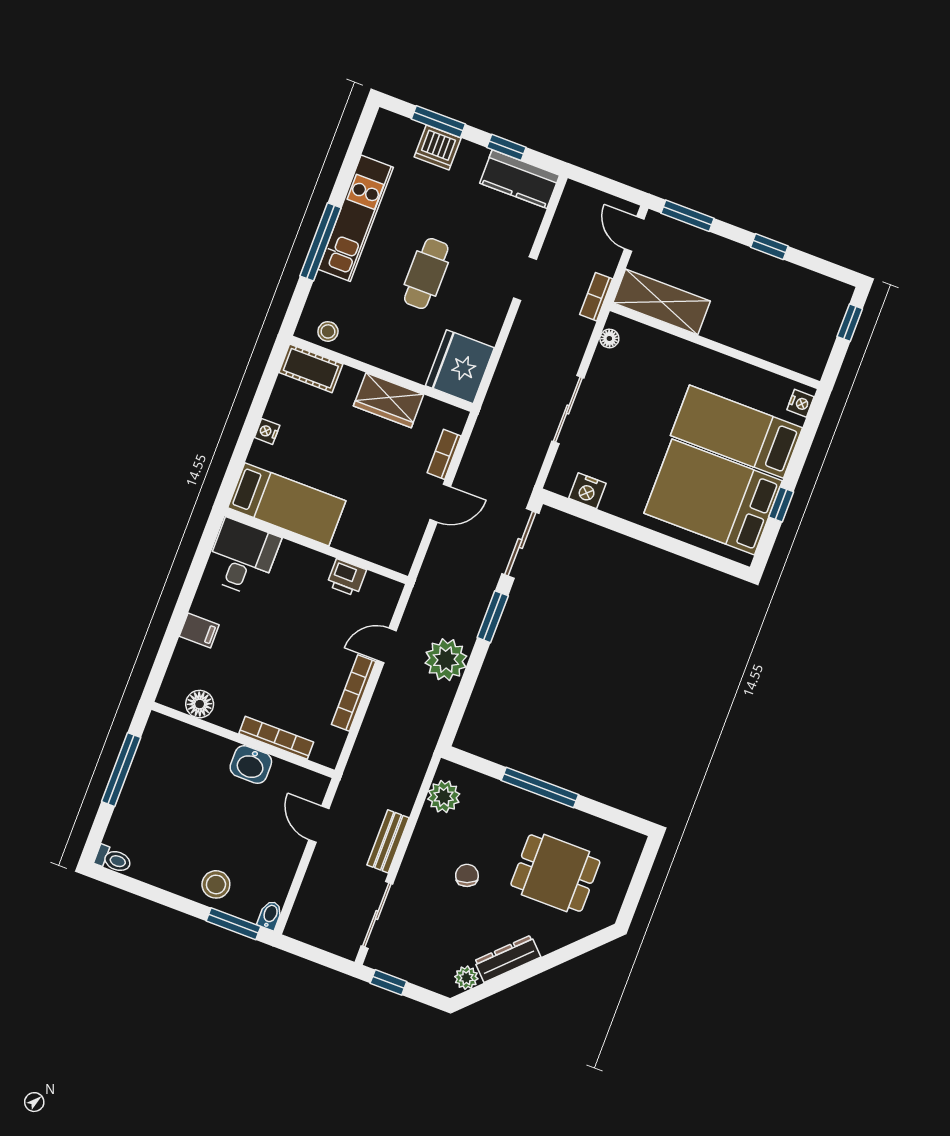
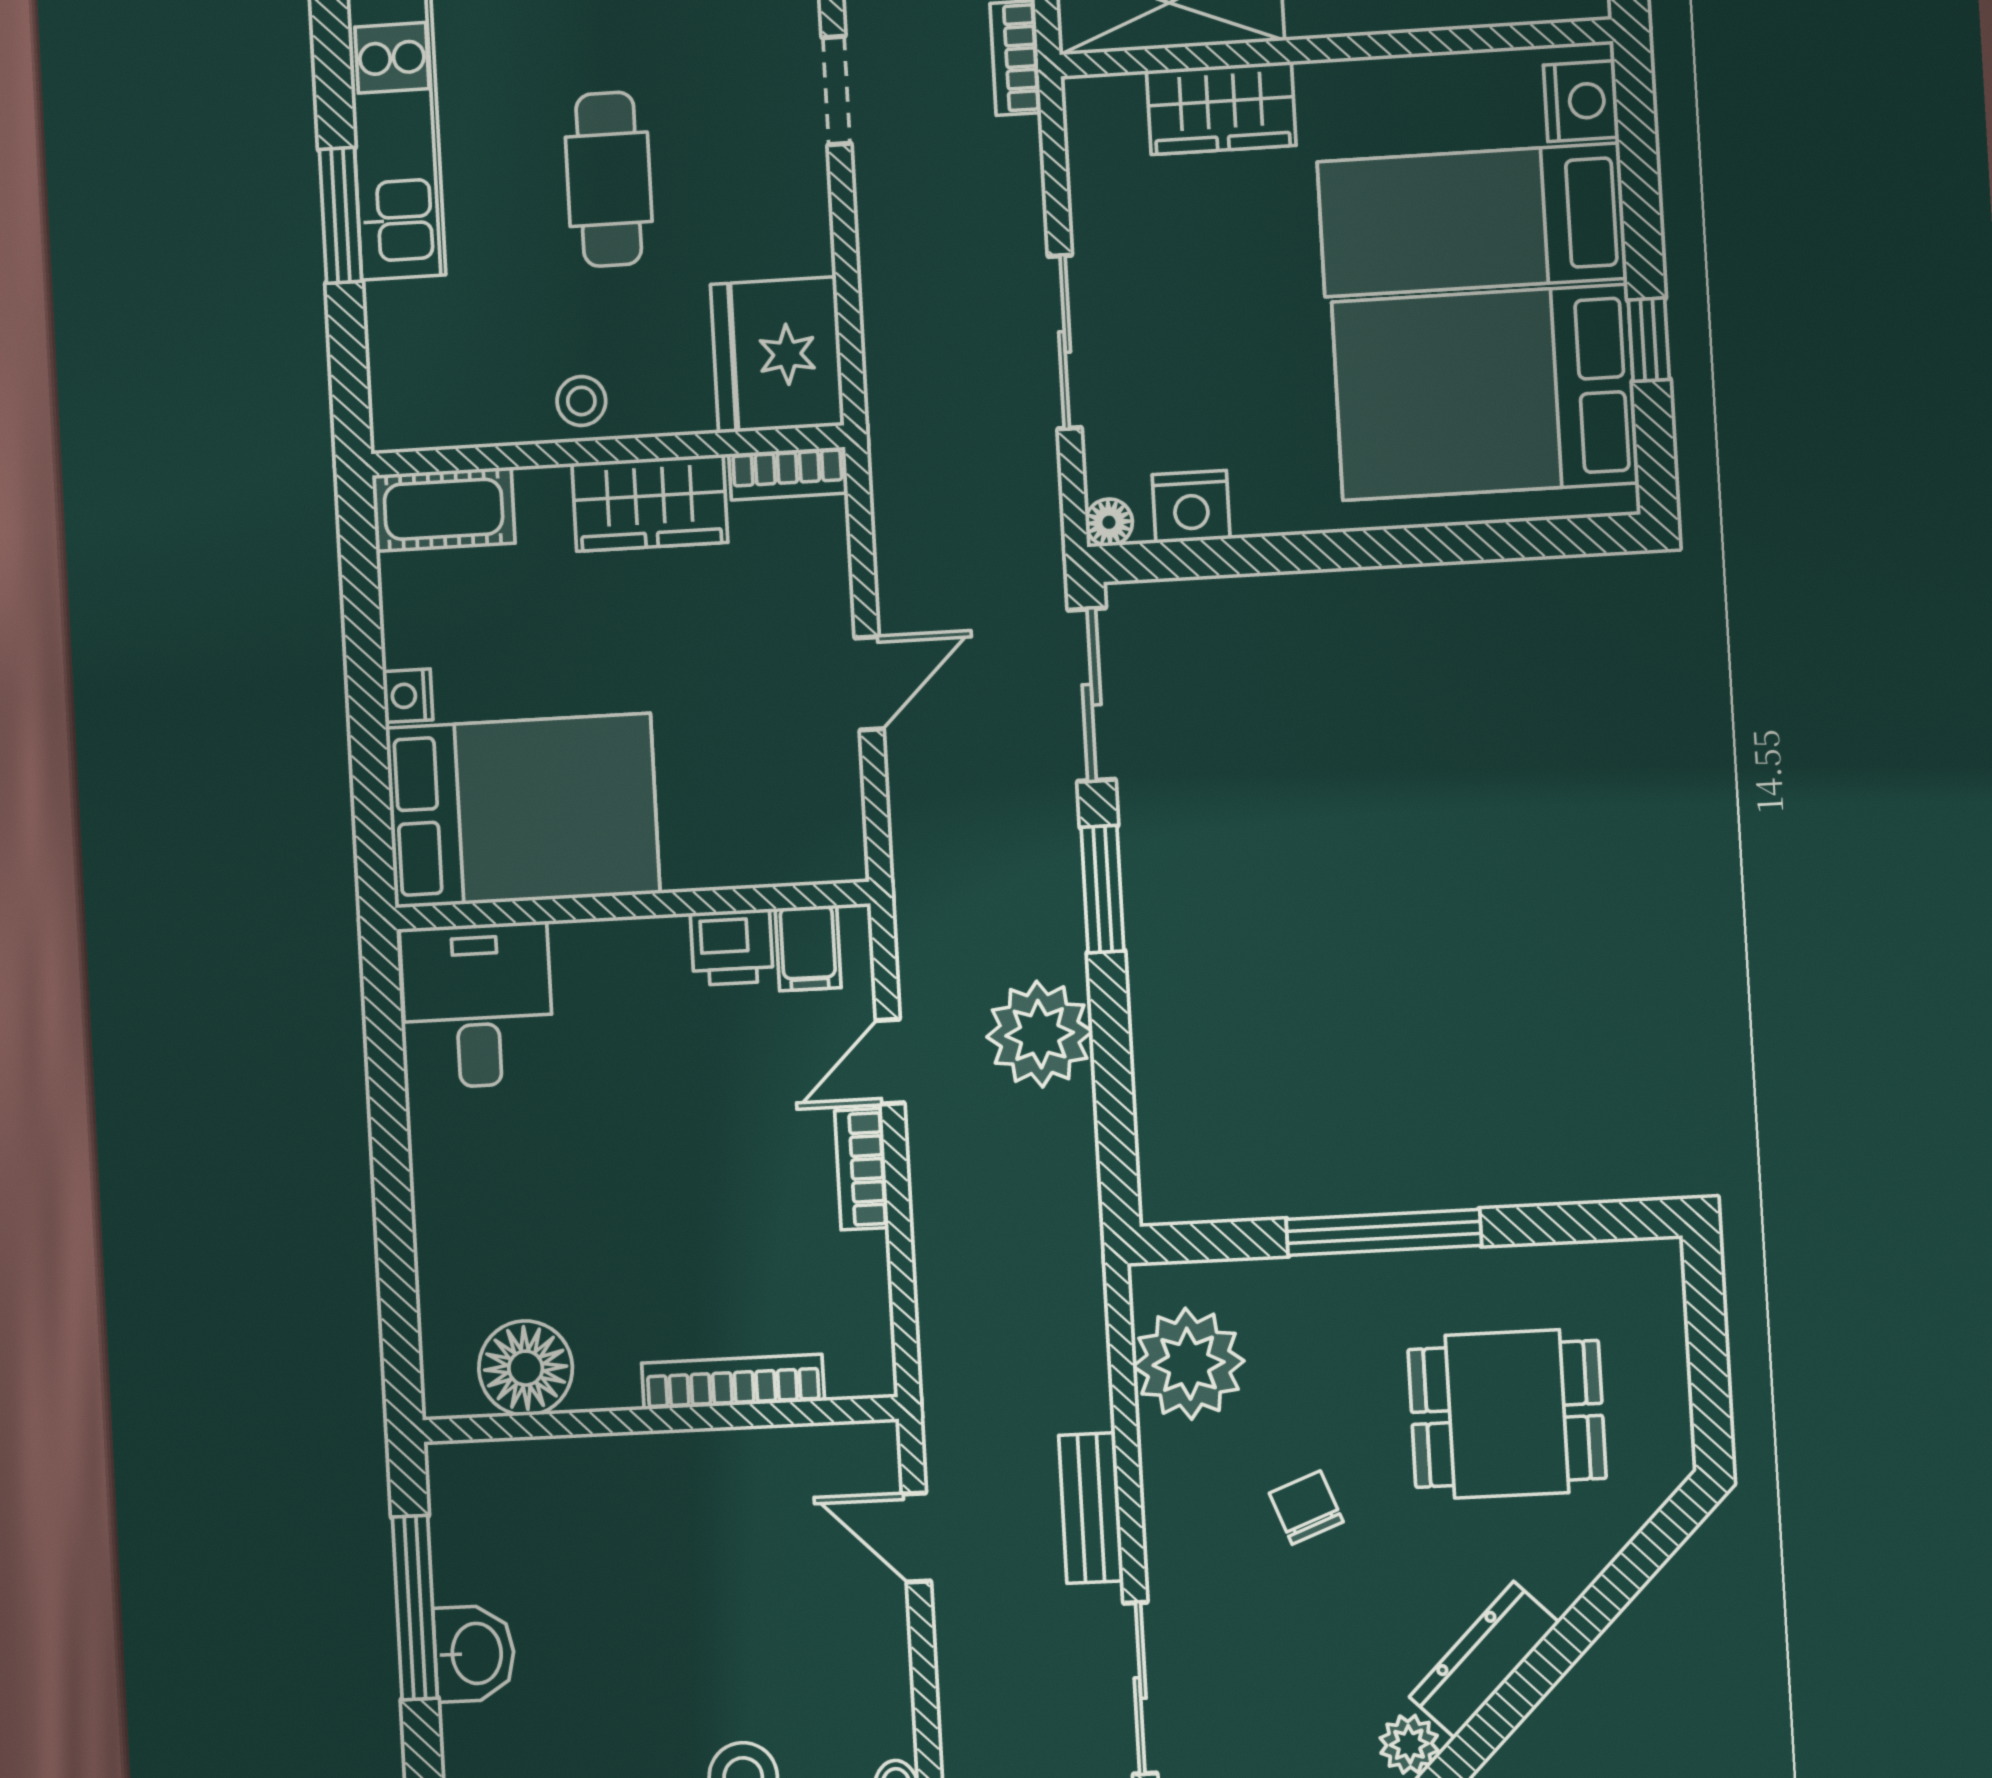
window: (321, 242) -> (341, 215), width x0.69
stool: (328, 331) -> (581, 401), moved
floor lamp: (609, 338) -> (1109, 522), moved
wardrobe: (663, 349) -> (1221, 108), added
nightstand: (800, 403) -> (1581, 101), width x1.39, depth x1.35
bookcase: (444, 454) -> (788, 474), moved, turned -90
bed: (287, 504) -> (523, 811), width x1.50
filing cabinet: (199, 631) -> (808, 948), moved, turned 90
bookcase: (354, 693) -> (862, 1169), width x0.64
floor lamp: (200, 704) -> (526, 1368), width x1.38, depth x1.38
washbasin: (251, 765) -> (474, 1654), moved, turned -90
plant: (444, 797) -> (1189, 1364), width x1.36, depth x1.36

